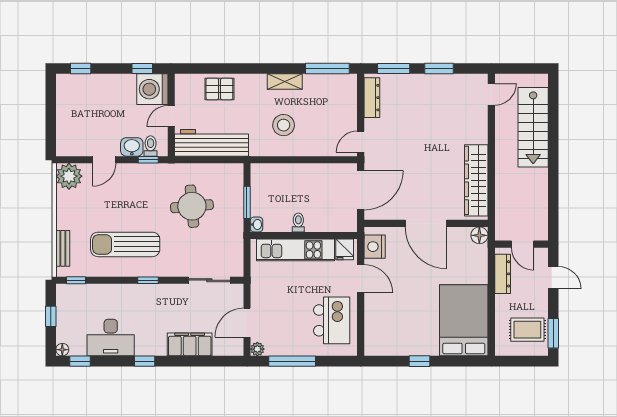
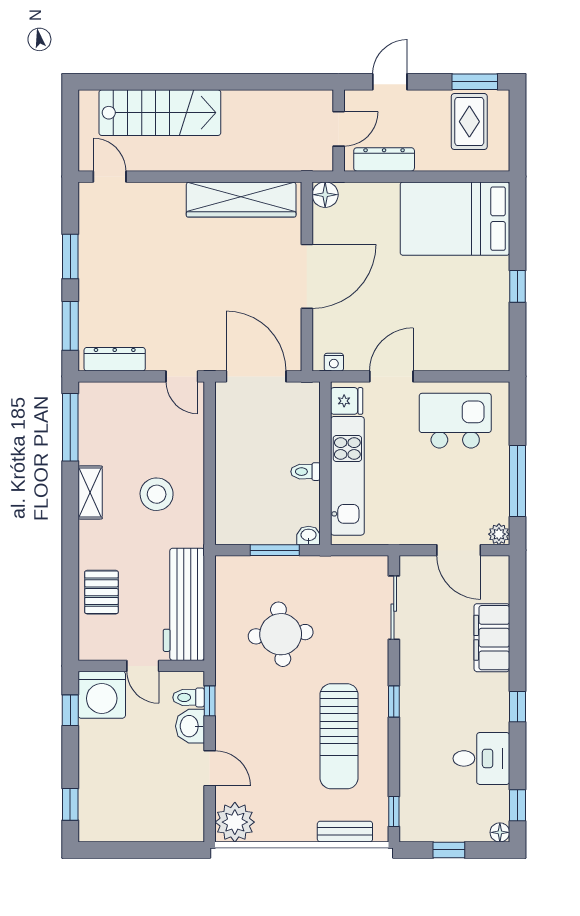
nightstand: (375, 247) -> (334, 362), width x0.53, depth x0.56
desk: (111, 338) -> (481, 758), width x0.73

